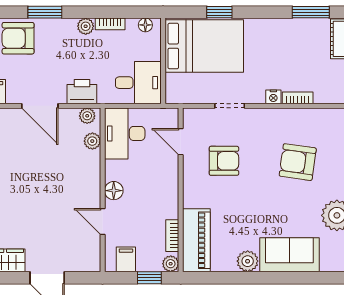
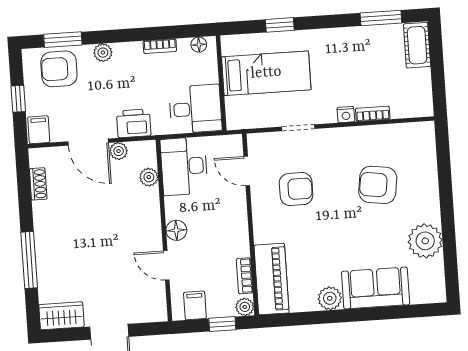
window: (45, 12) -> (63, 40), moved
plant: (86, 26) -> (103, 53), moved
bed: (204, 46) -> (266, 73), width x0.67
plant: (87, 116) -> (119, 151), moved

